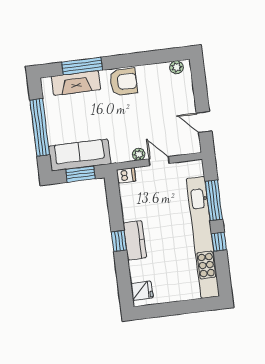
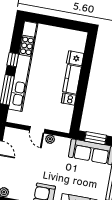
dishwasher: (126, 175) -> (69, 99), moved
window: (119, 241) -> (83, 82), removed
fridge: (142, 291) -> (75, 58), moved

